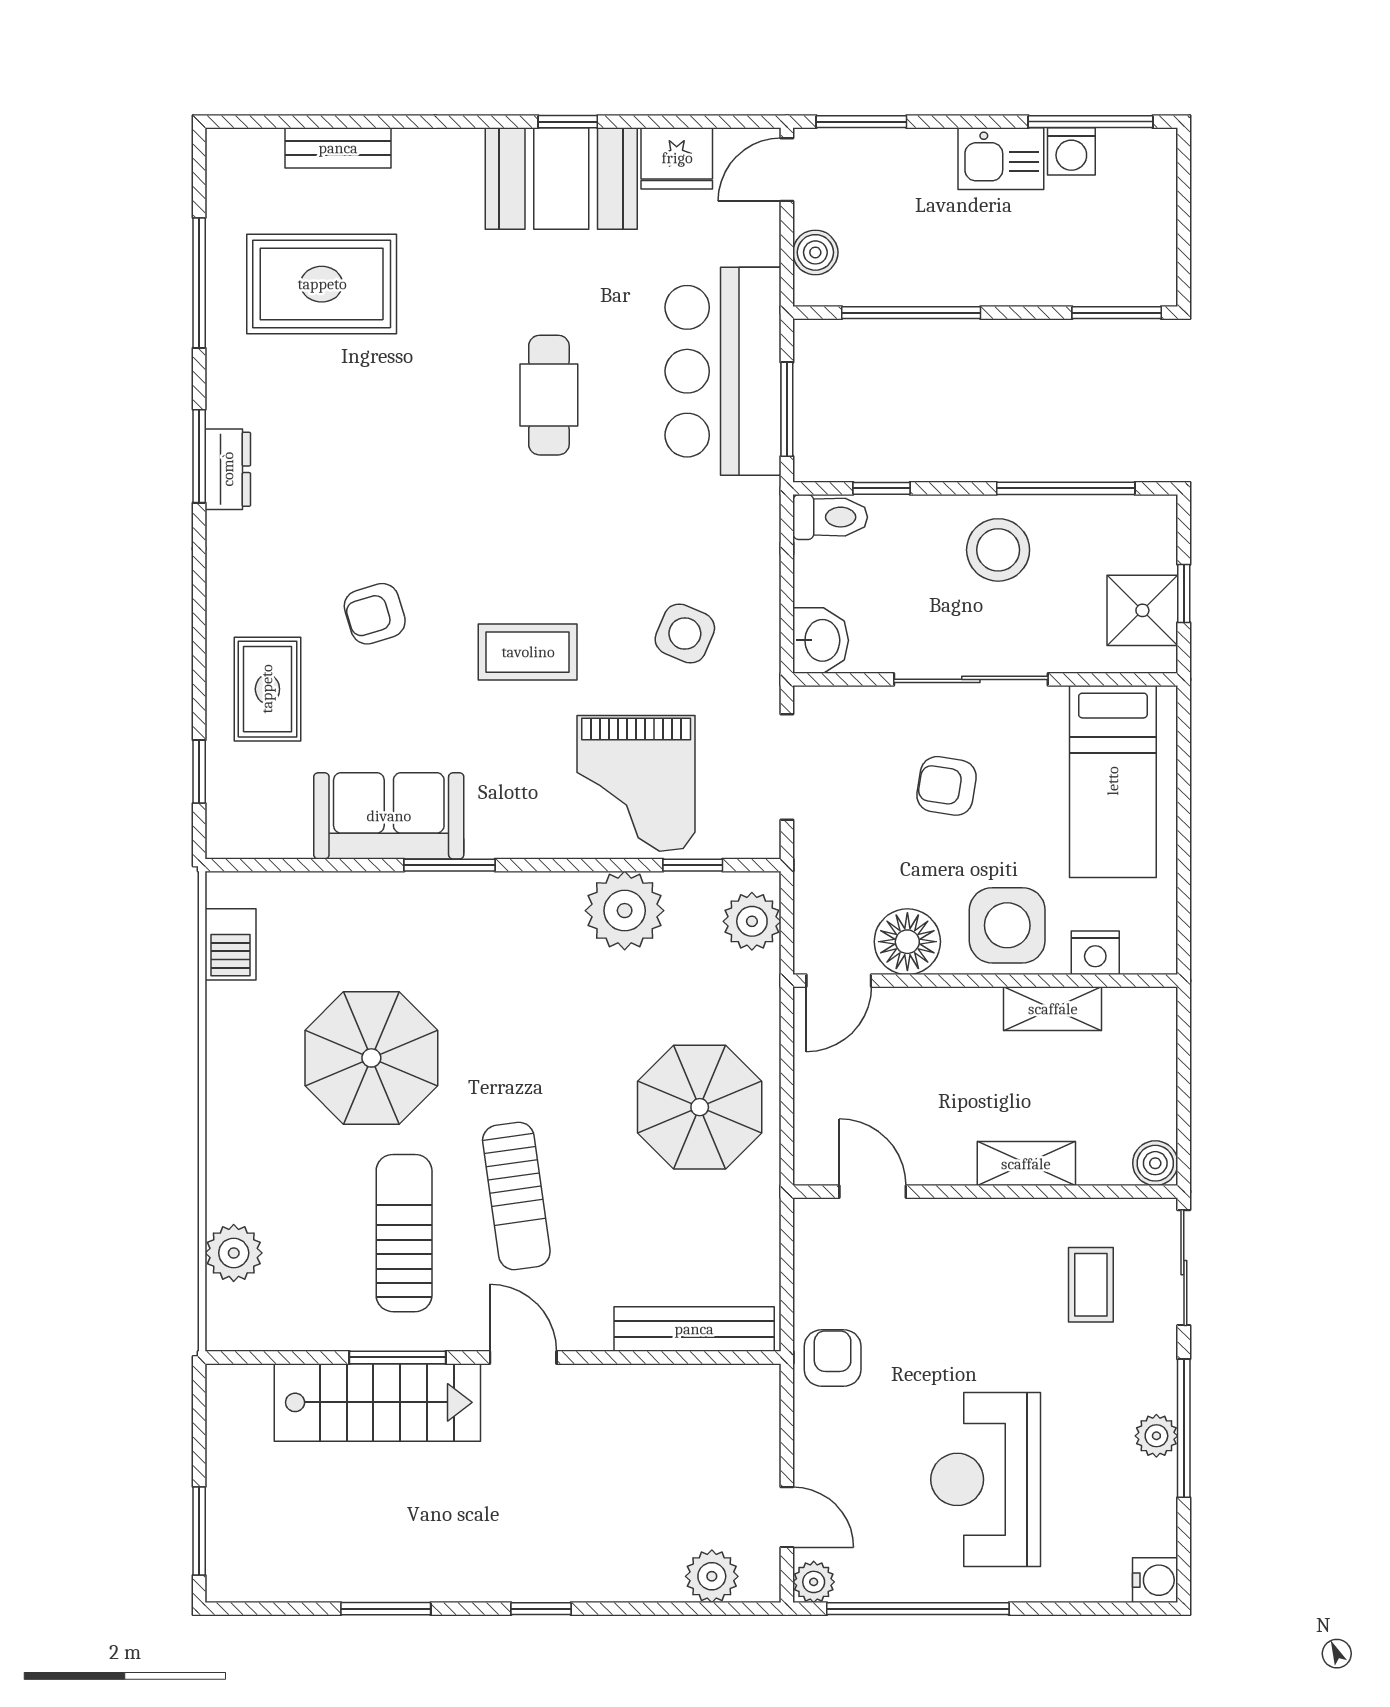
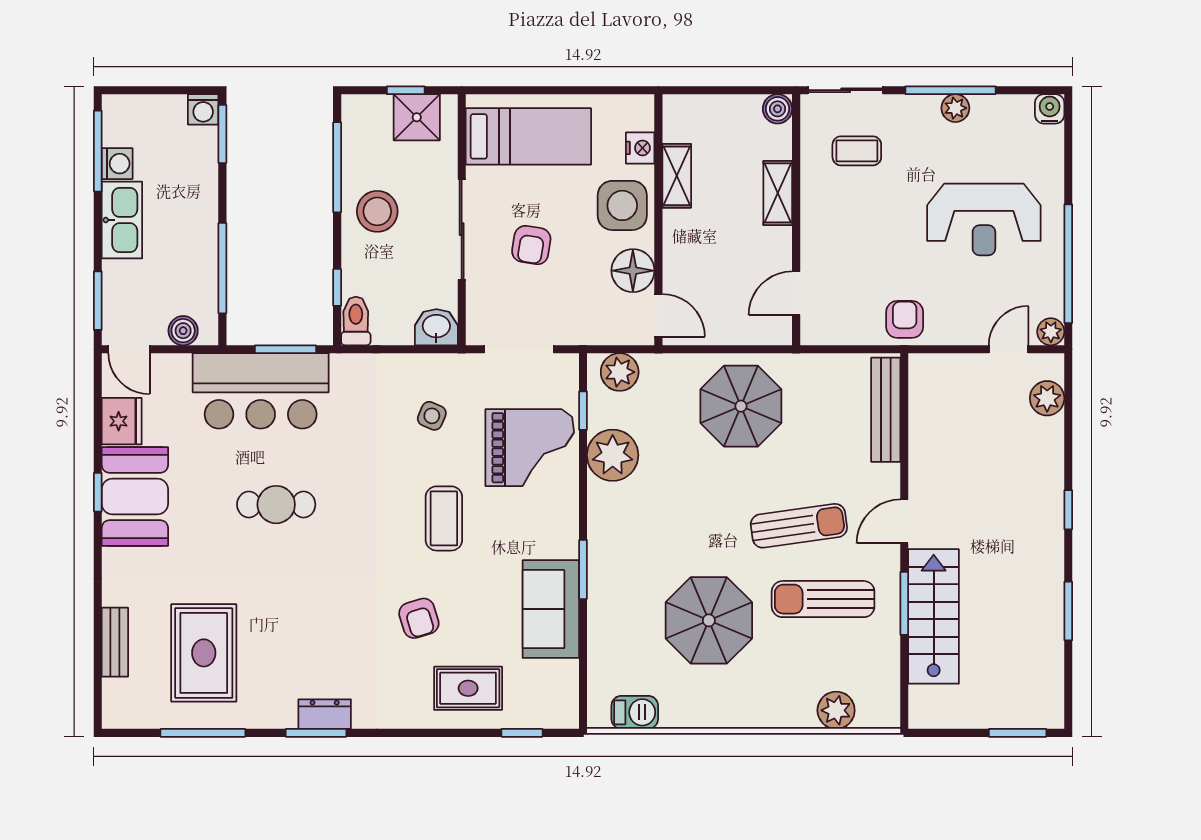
kitchen sink: (1001, 159) -> (122, 220), width x1.38
washing machine: (1154, 283) -> (203, 109), added
side table: (685, 634) -> (432, 416), width x0.73, depth x0.73
armchair: (833, 1358) -> (905, 319), turned 90

